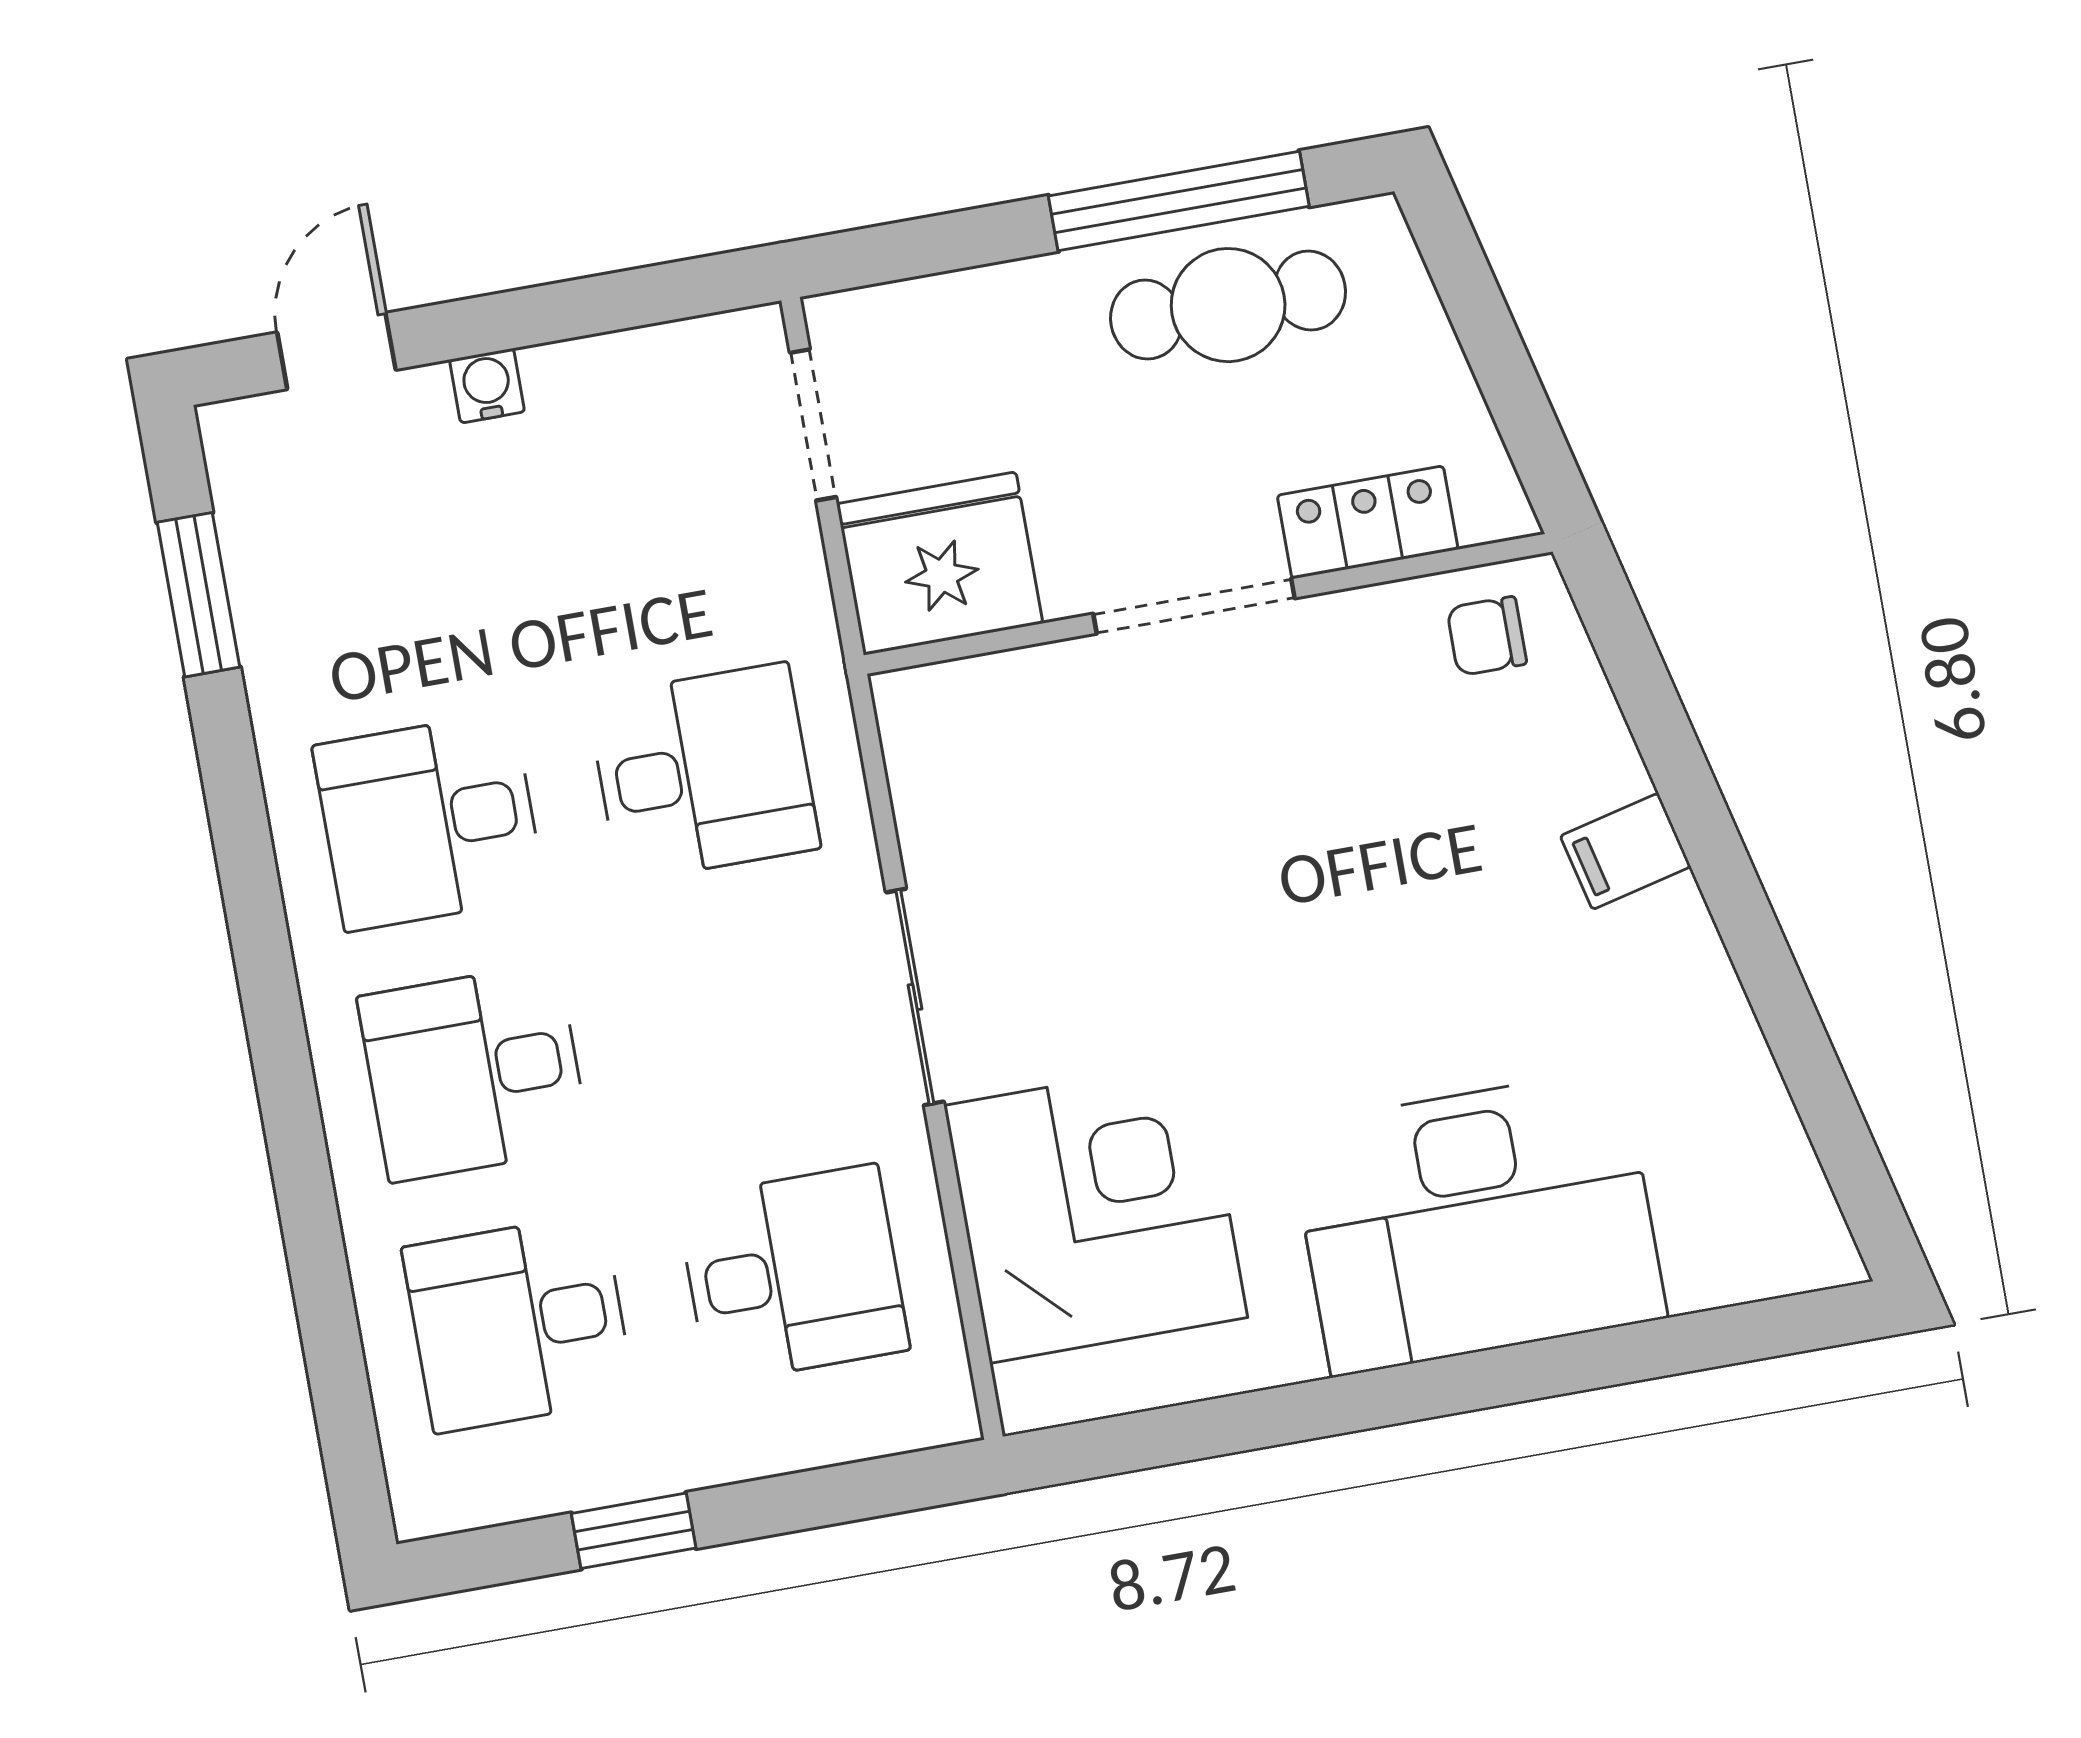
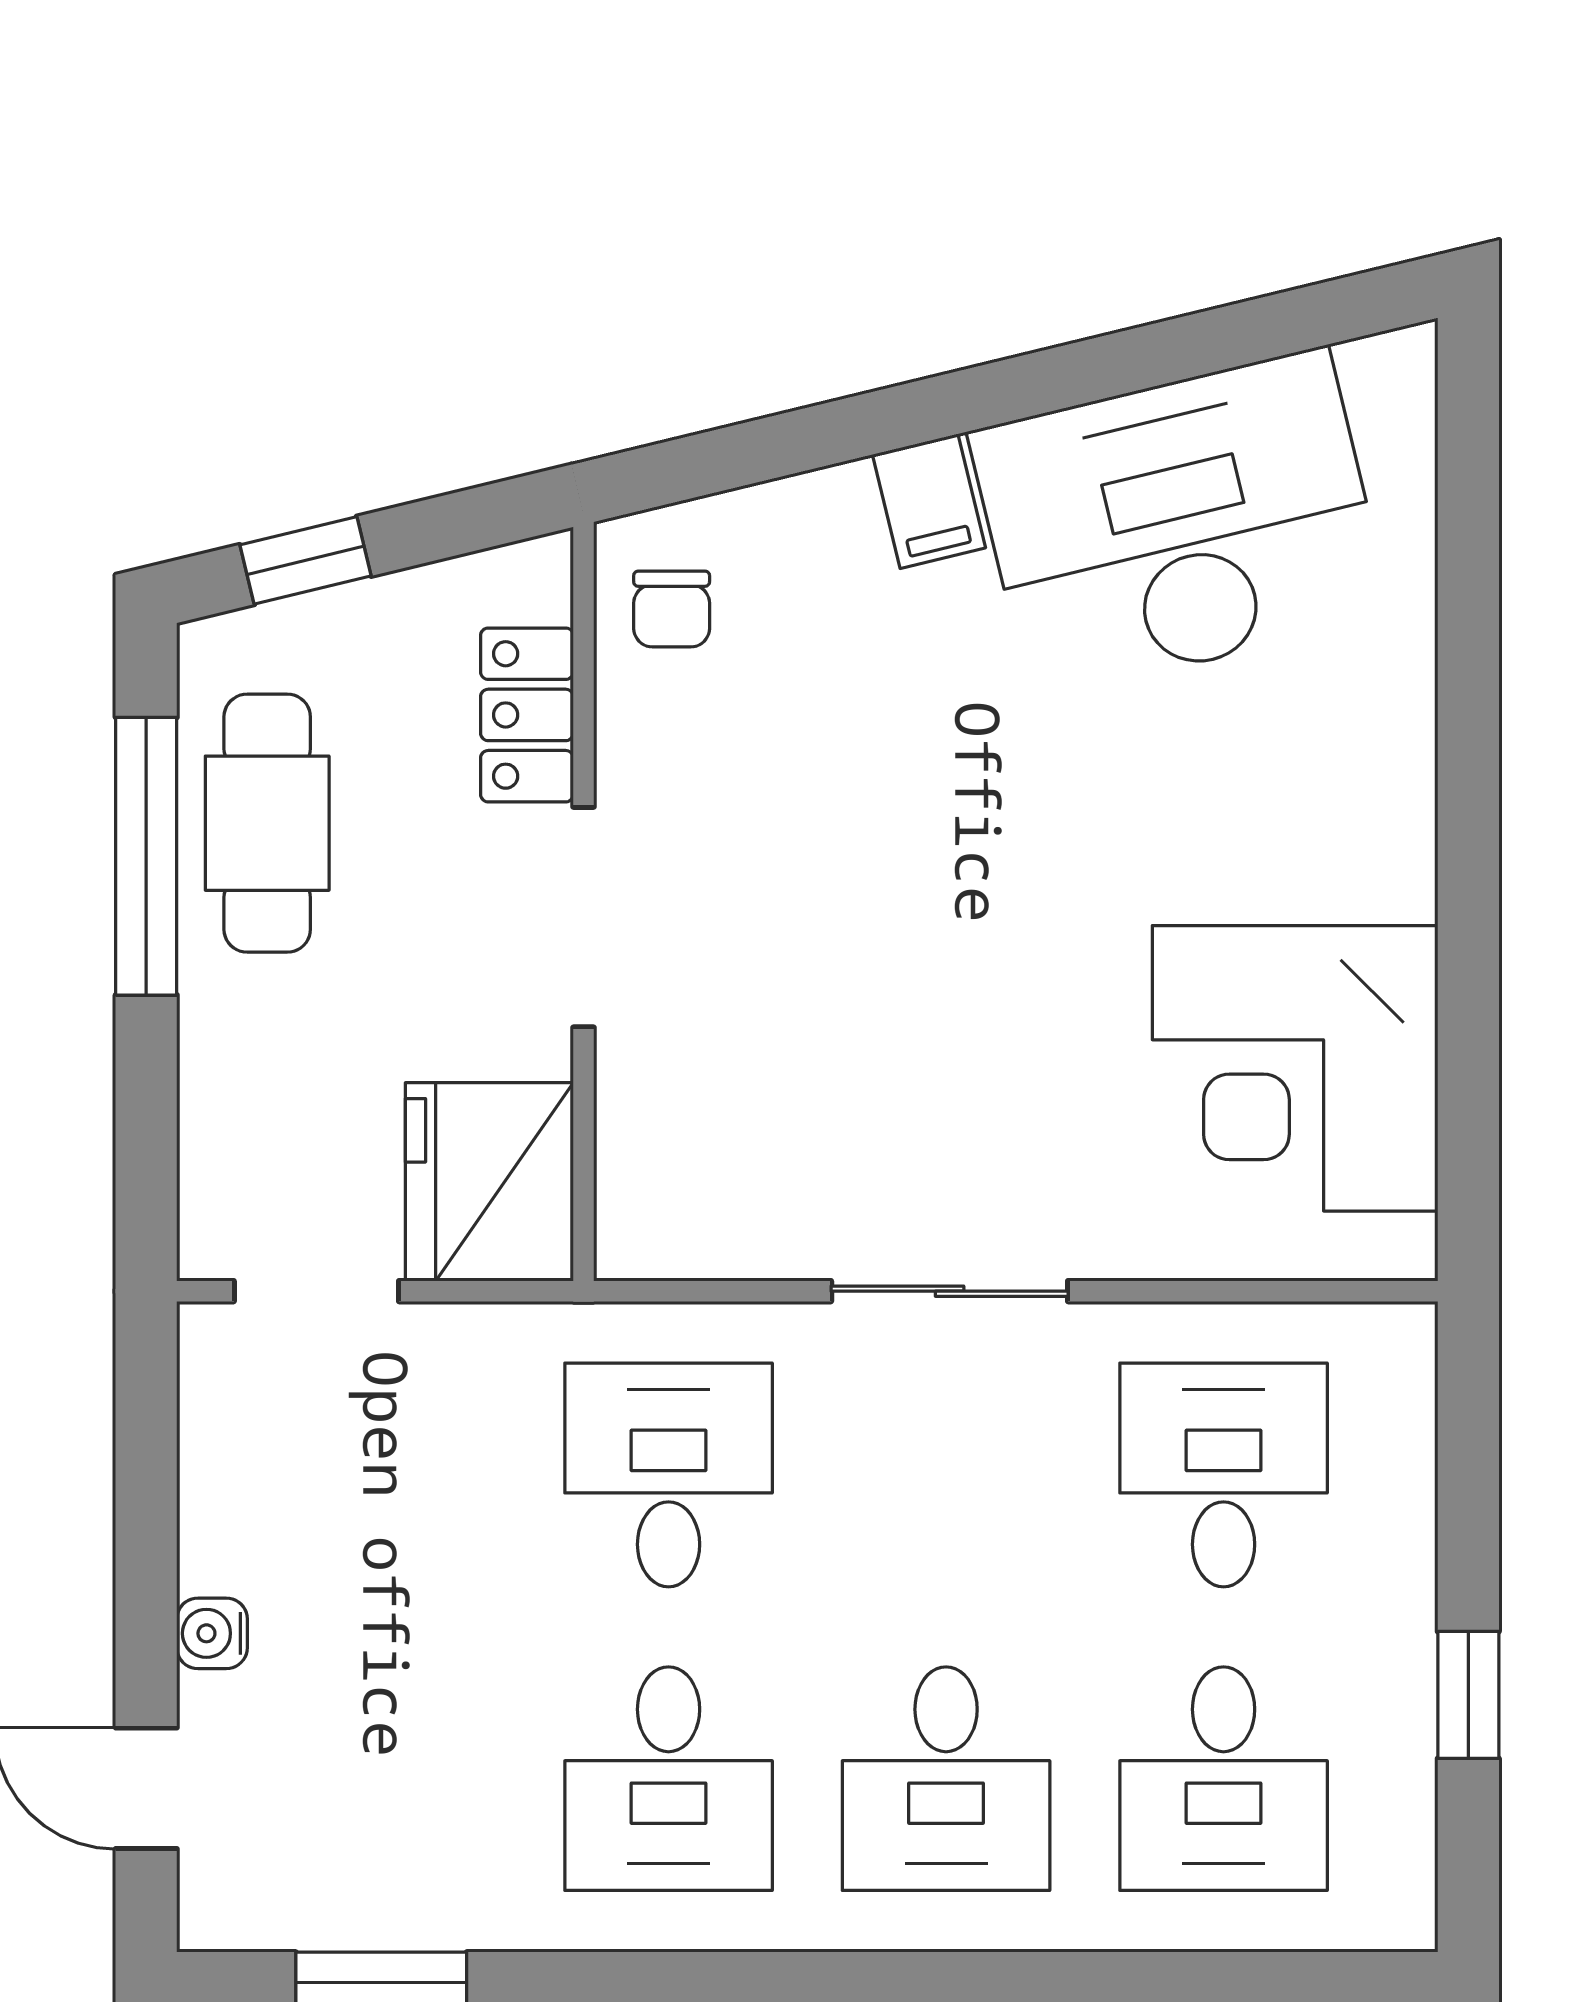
window: (1472, 297) -> (305, 560), added
corner desk: (1096, 1212) -> (1295, 1068), moved, turned -90
desk: (1477, 1222) -> (1180, 524), moved, turned -104

